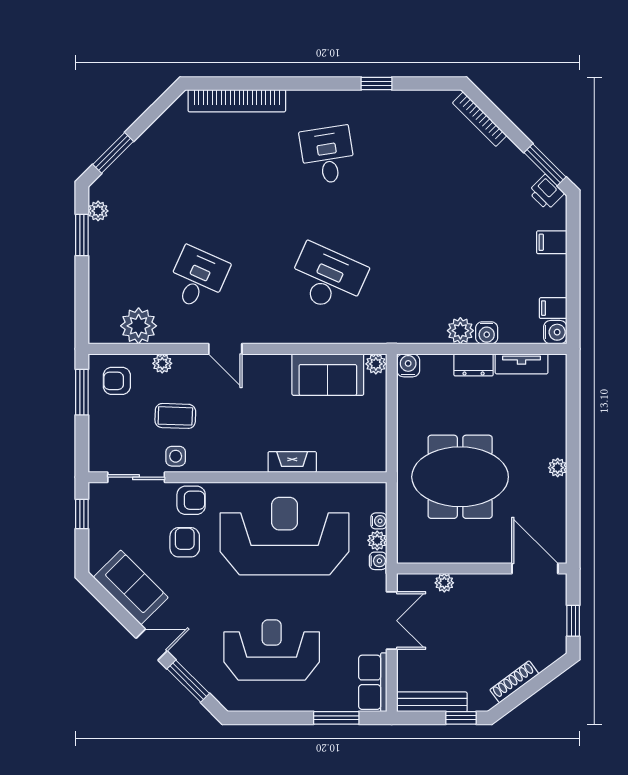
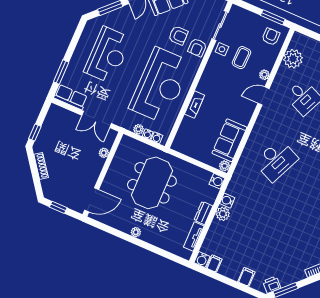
water cooler: (487, 333) -> (227, 201), moved
plant: (162, 363) -> (264, 75), moved
water cooler: (378, 561) -> (157, 138), moved
bench: (432, 702) -> (49, 122), removed

